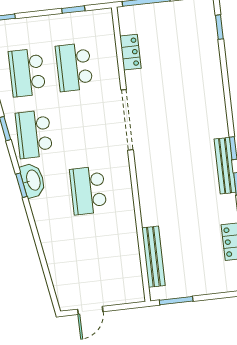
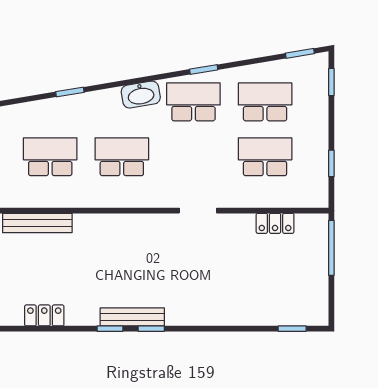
doorway: (127, 120) -> (198, 211), width x0.53
window: (21, 185) -> (70, 92), moved
school desk: (95, 252) -> (50, 157), added

